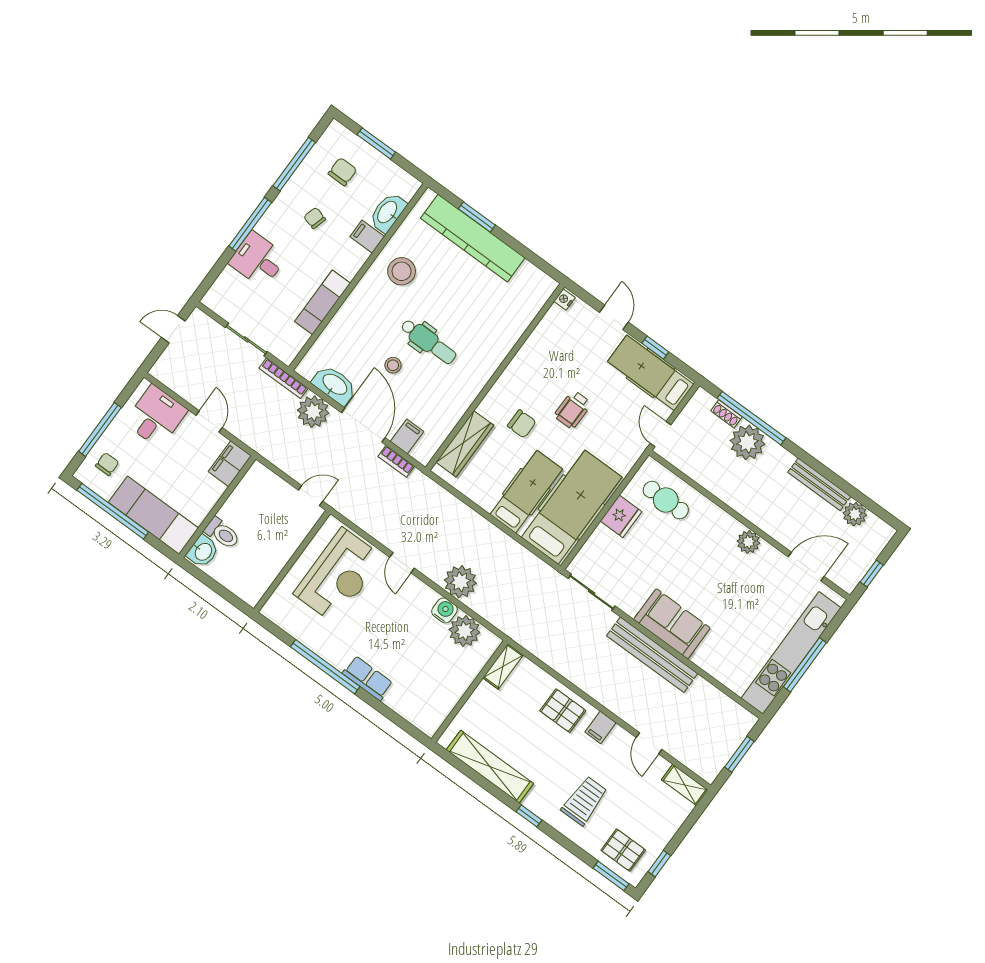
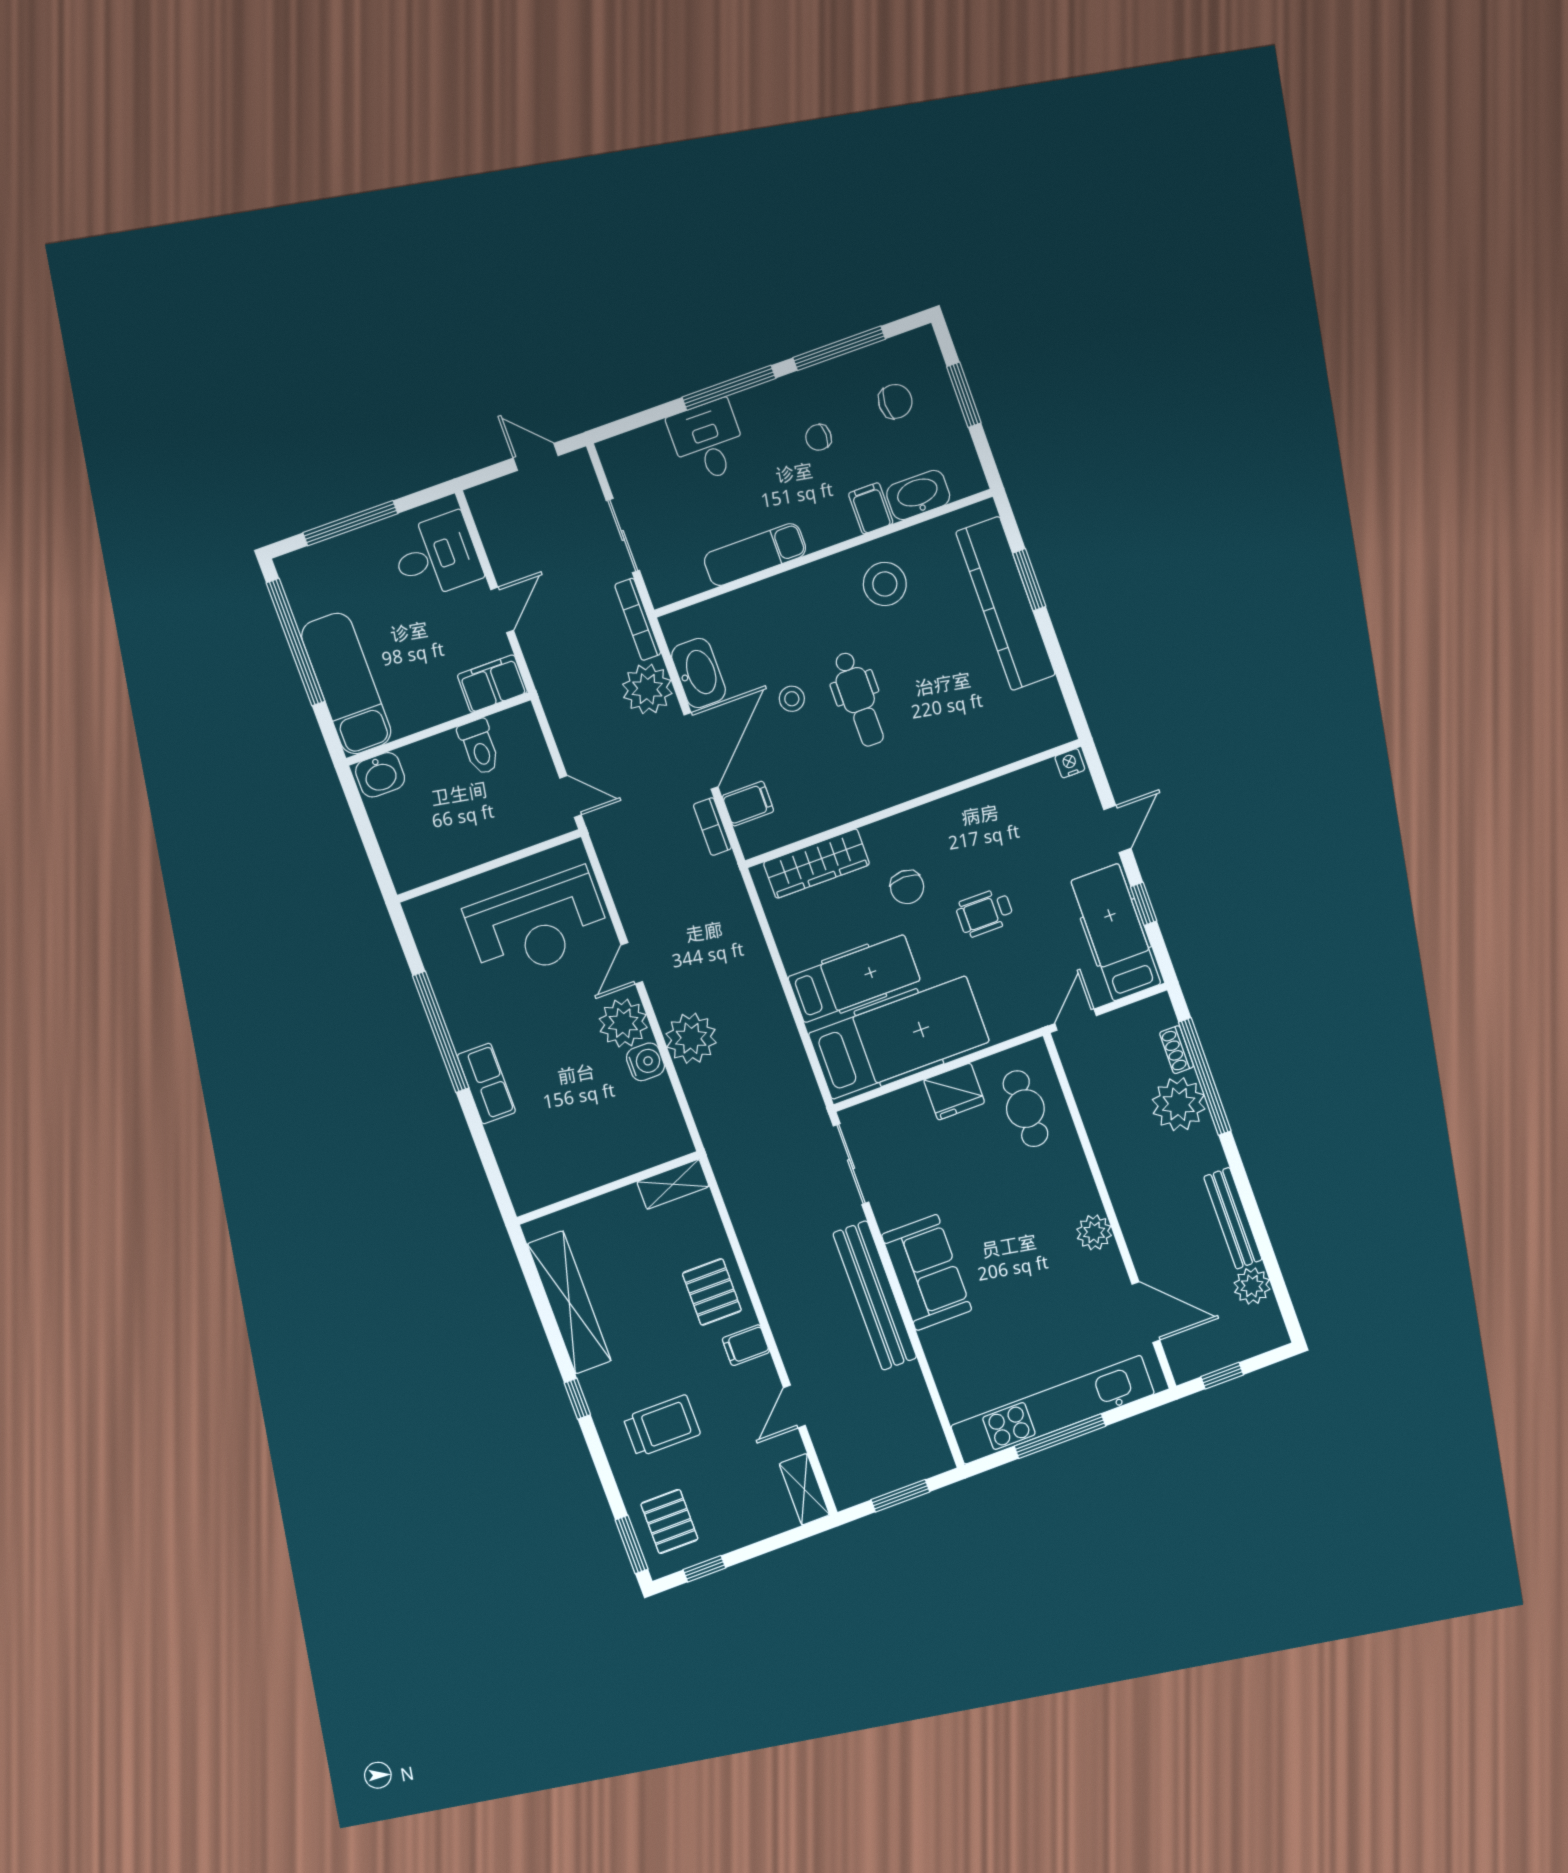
chair: (315, 218) -> (819, 437), turned -106
chair: (107, 464) -> (330, 575), removed
toilet: (222, 533) -> (479, 747), moved
plant: (464, 631) -> (623, 1023), moved

